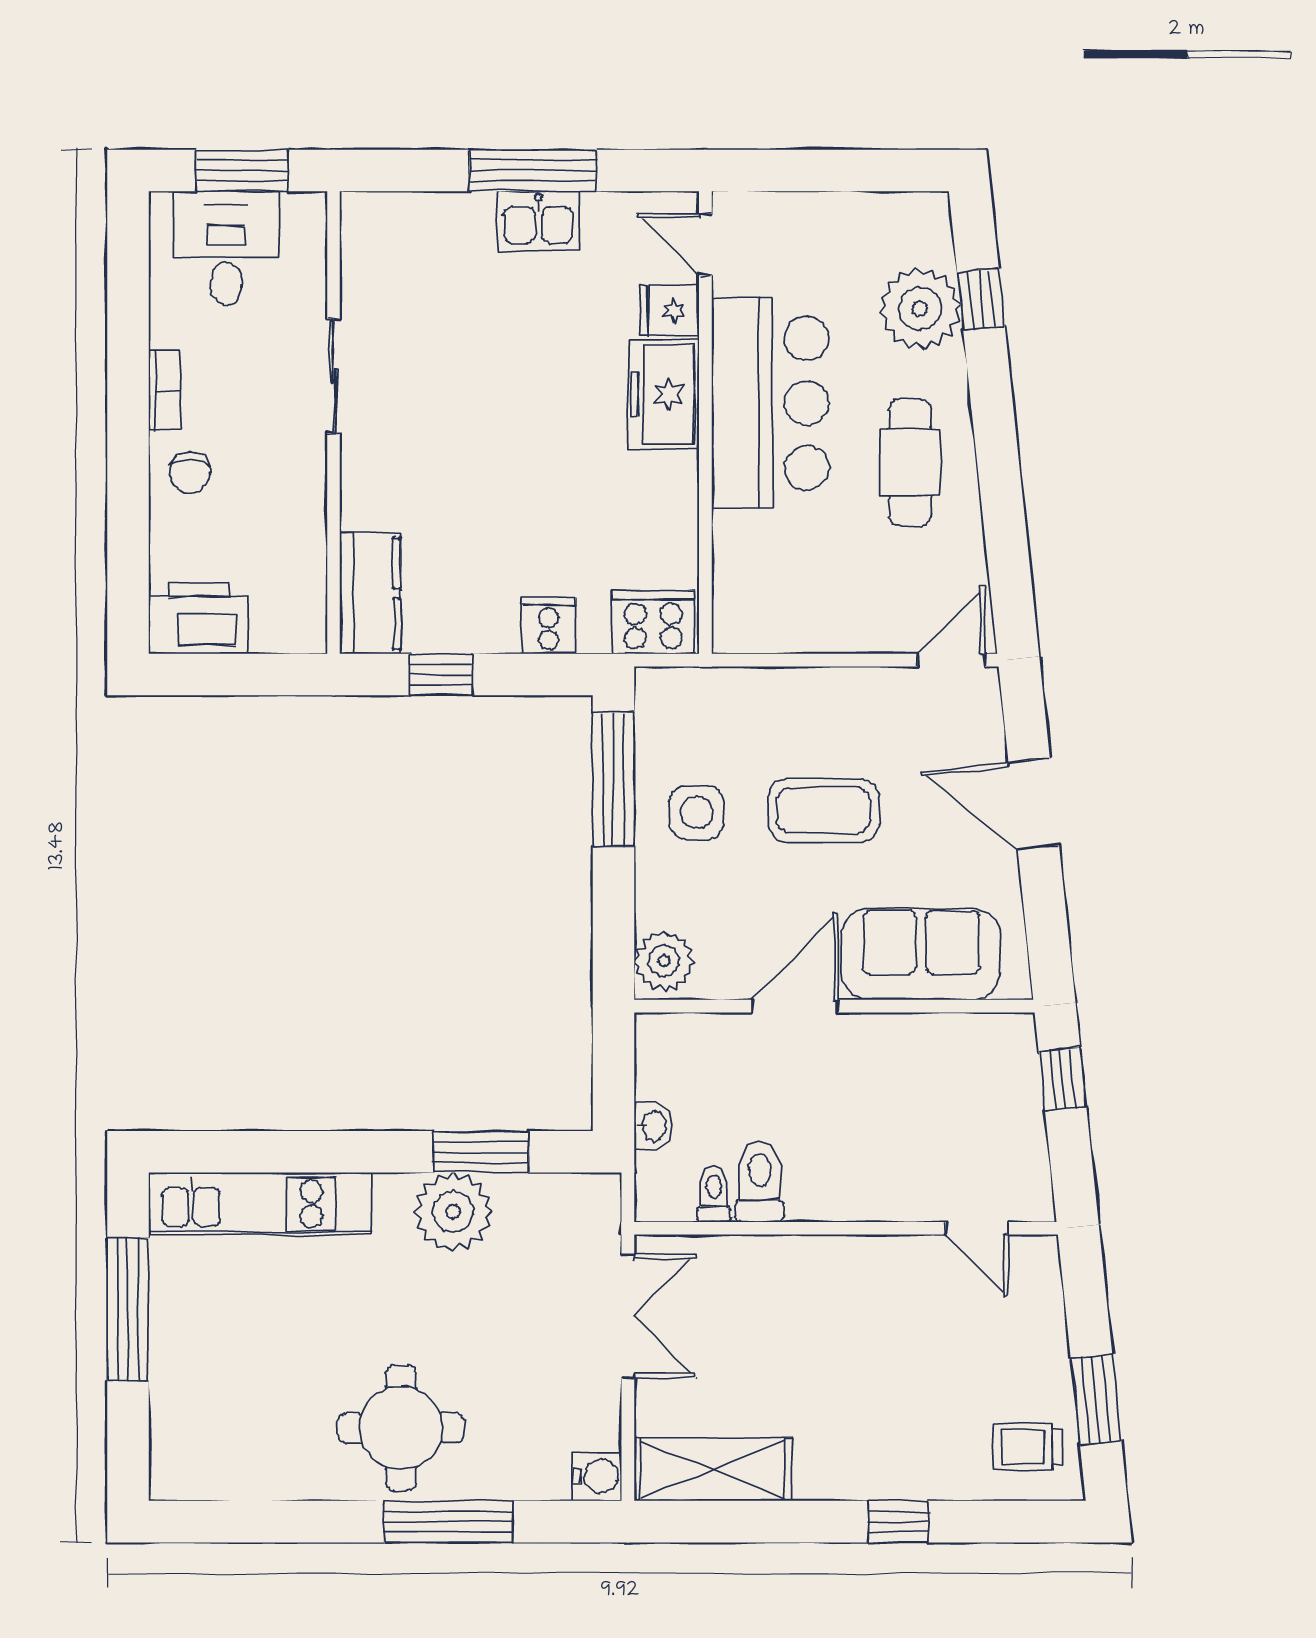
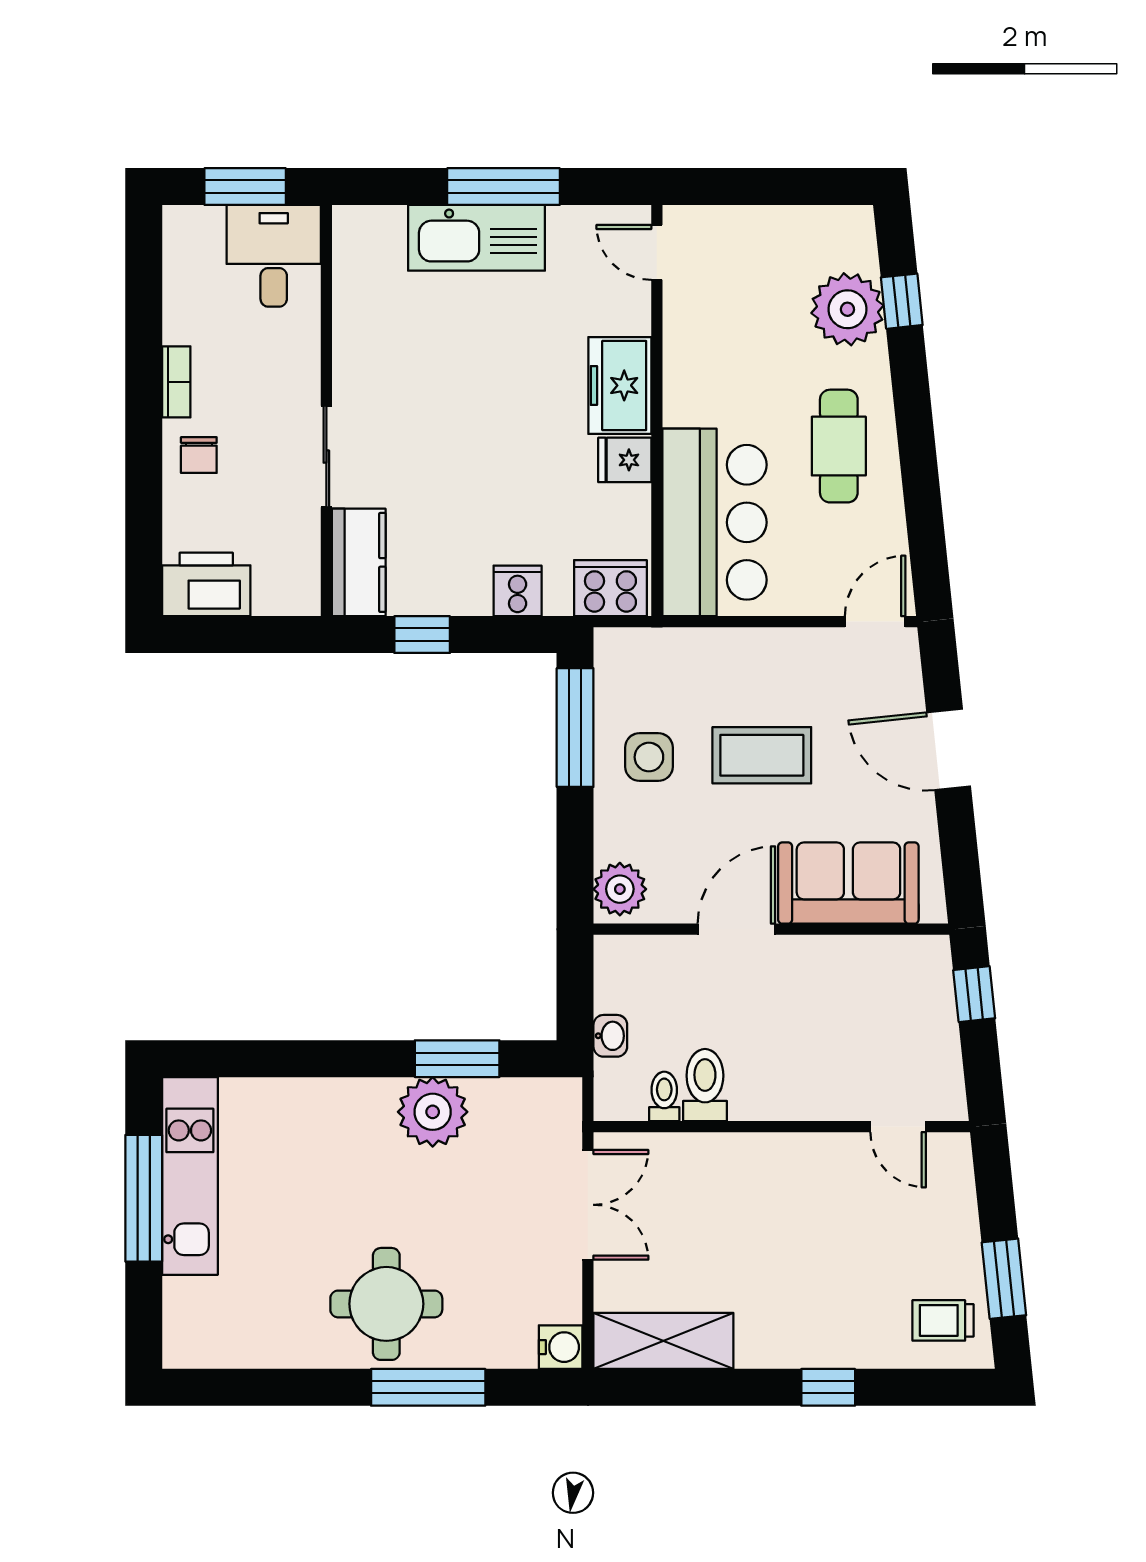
kitchen sink: (538, 221) -> (476, 238), width x1.88, depth x1.24
desk: (226, 248) -> (274, 256), moved
fridge: (669, 311) -> (625, 460), moved
sliding door: (333, 376) -> (326, 457), moved
bar counter: (770, 403) -> (714, 522), moved
kitchen unit: (260, 1204) -> (190, 1176), moved, turned -90

